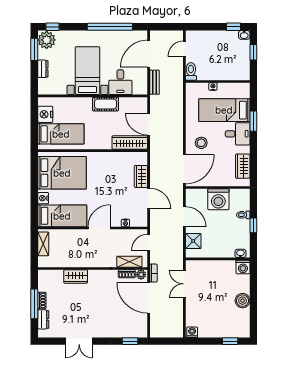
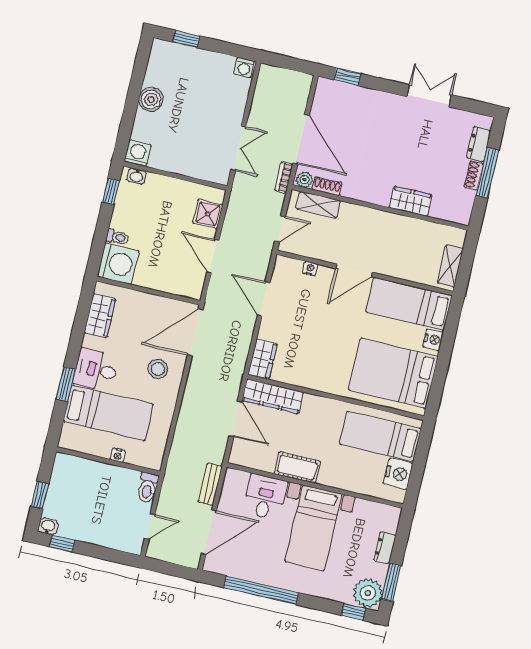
wardrobe: (141, 176) -> (262, 359), moved
washing machine: (218, 199) -> (118, 264), moved, turned 90
window: (253, 225) -> (111, 191), moved

